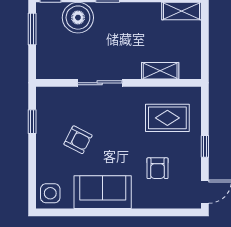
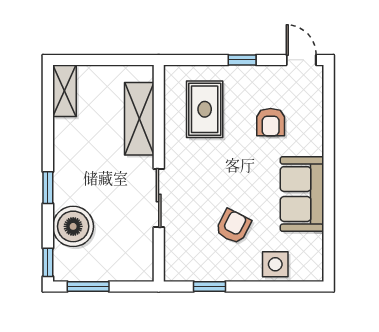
shelving: (160, 71) -> (139, 119), width x1.50, depth x1.33
armchair: (157, 168) -> (271, 122), turned 90
side table: (50, 193) -> (275, 264), moved

